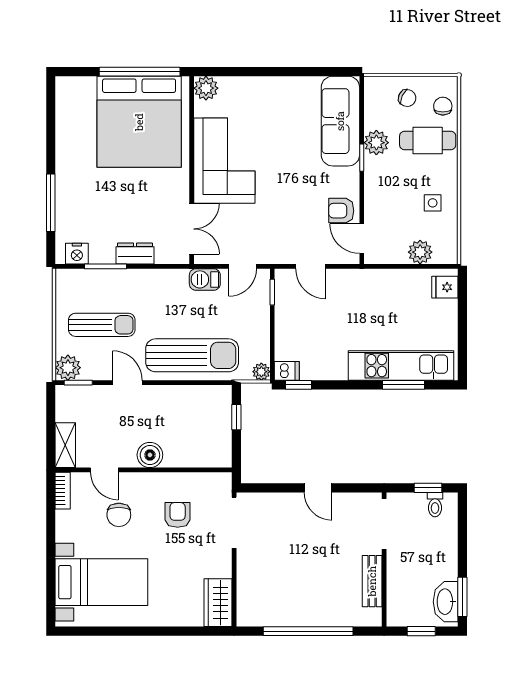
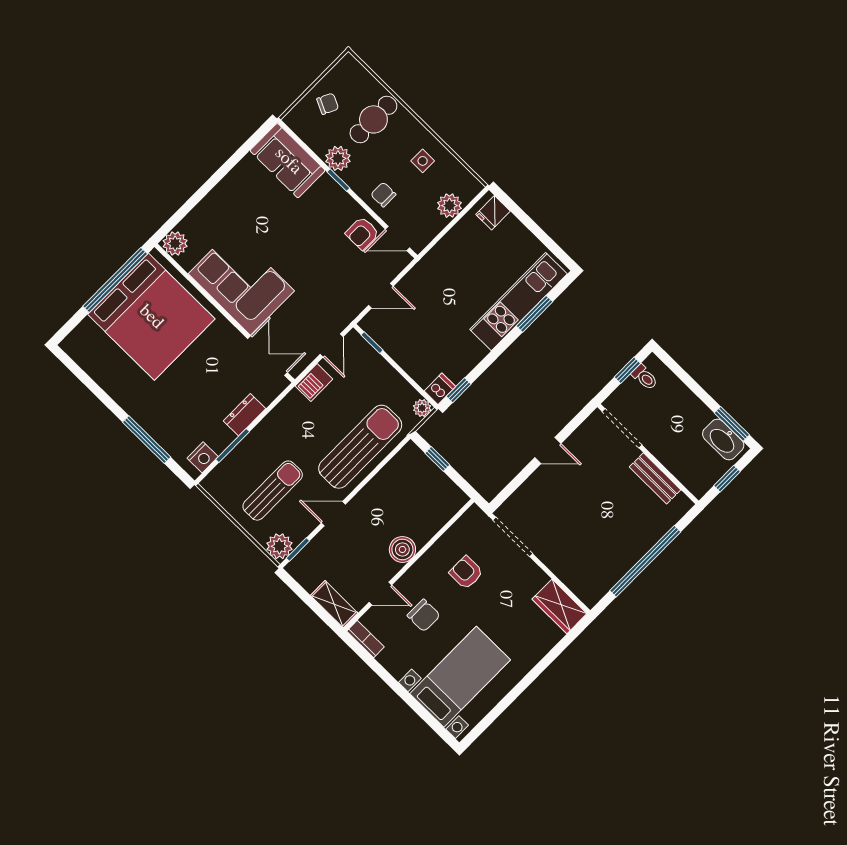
chair: (443, 106) -> (383, 195), moved
sofa: (340, 121) -> (288, 161), width x0.73

